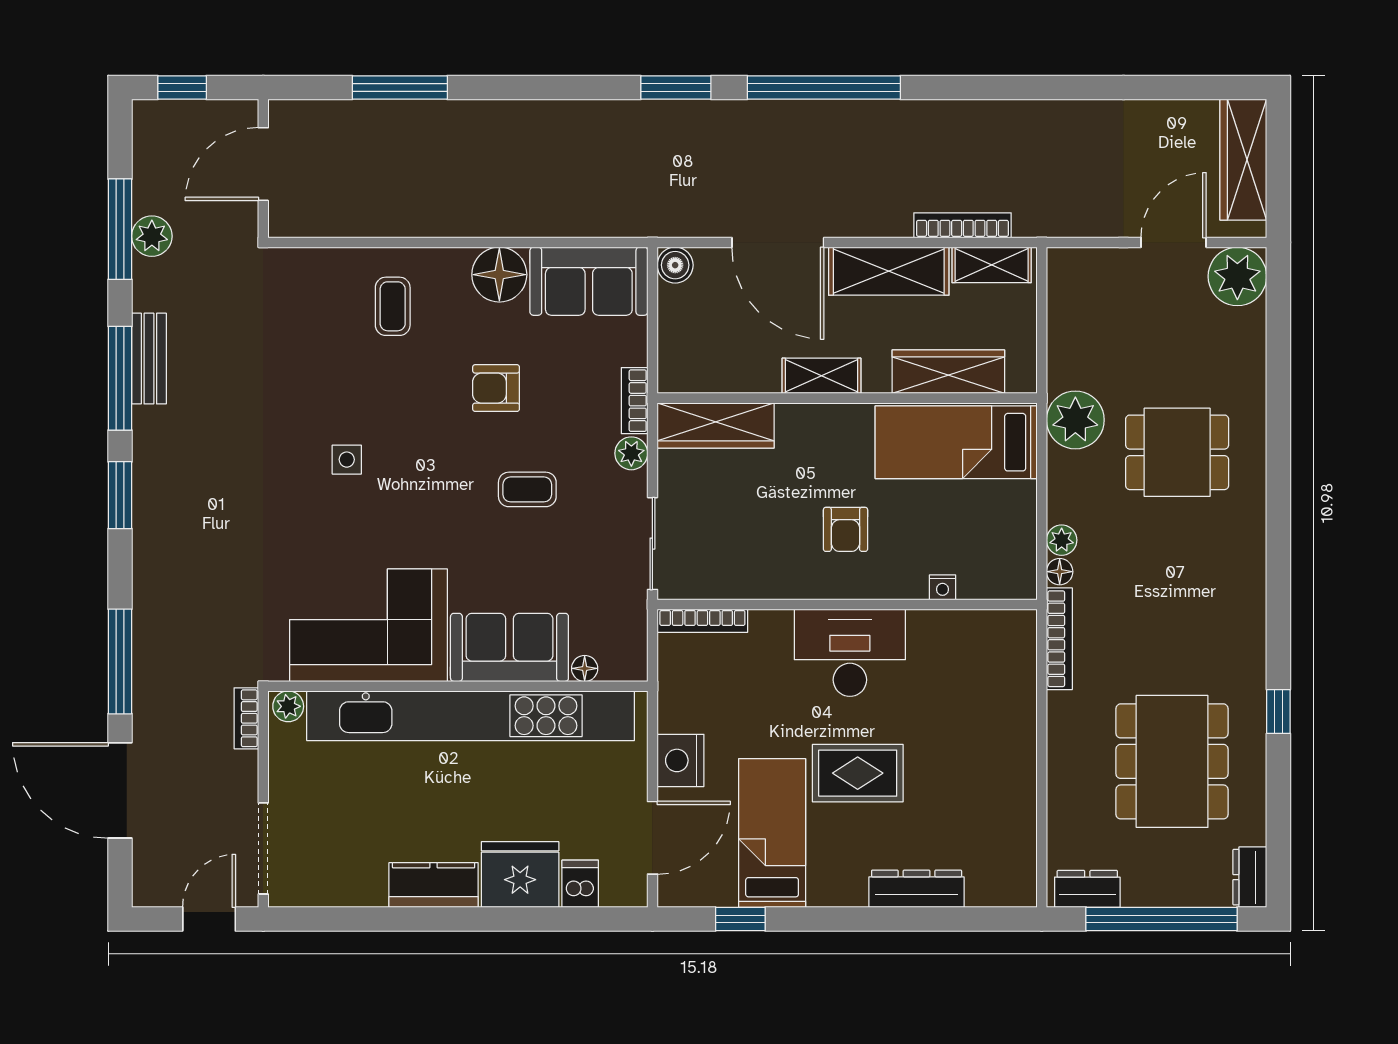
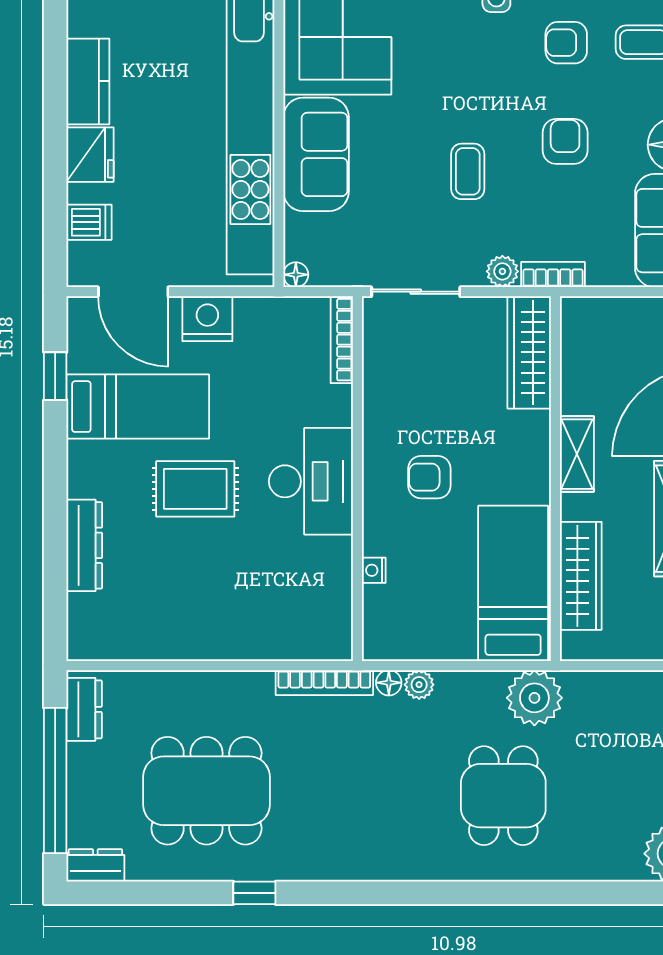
armchair: (393, 387) -> (566, 43), added
floor lamp: (585, 668) -> (296, 275), moved
rug: (858, 773) -> (195, 489), turned 90
fridge: (520, 874) -> (90, 155), width x0.73, depth x0.75

